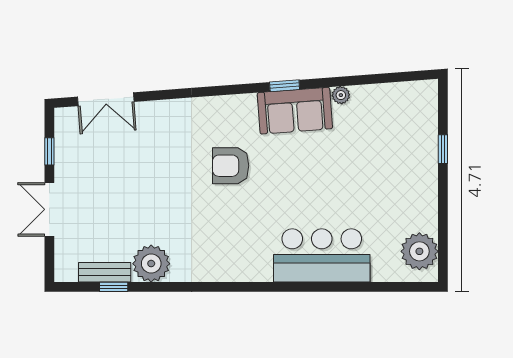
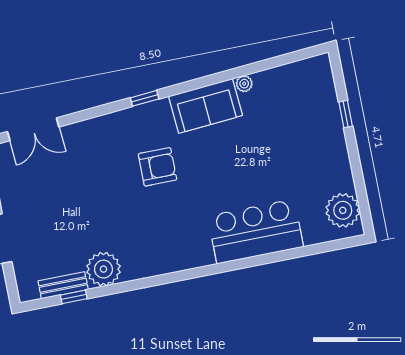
window: (285, 86) -> (145, 98), moved
armchair: (231, 166) -> (158, 167), turned 180

